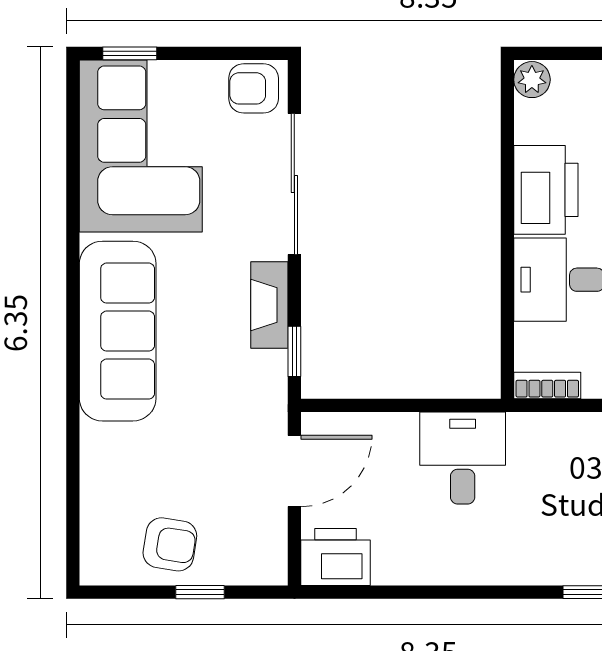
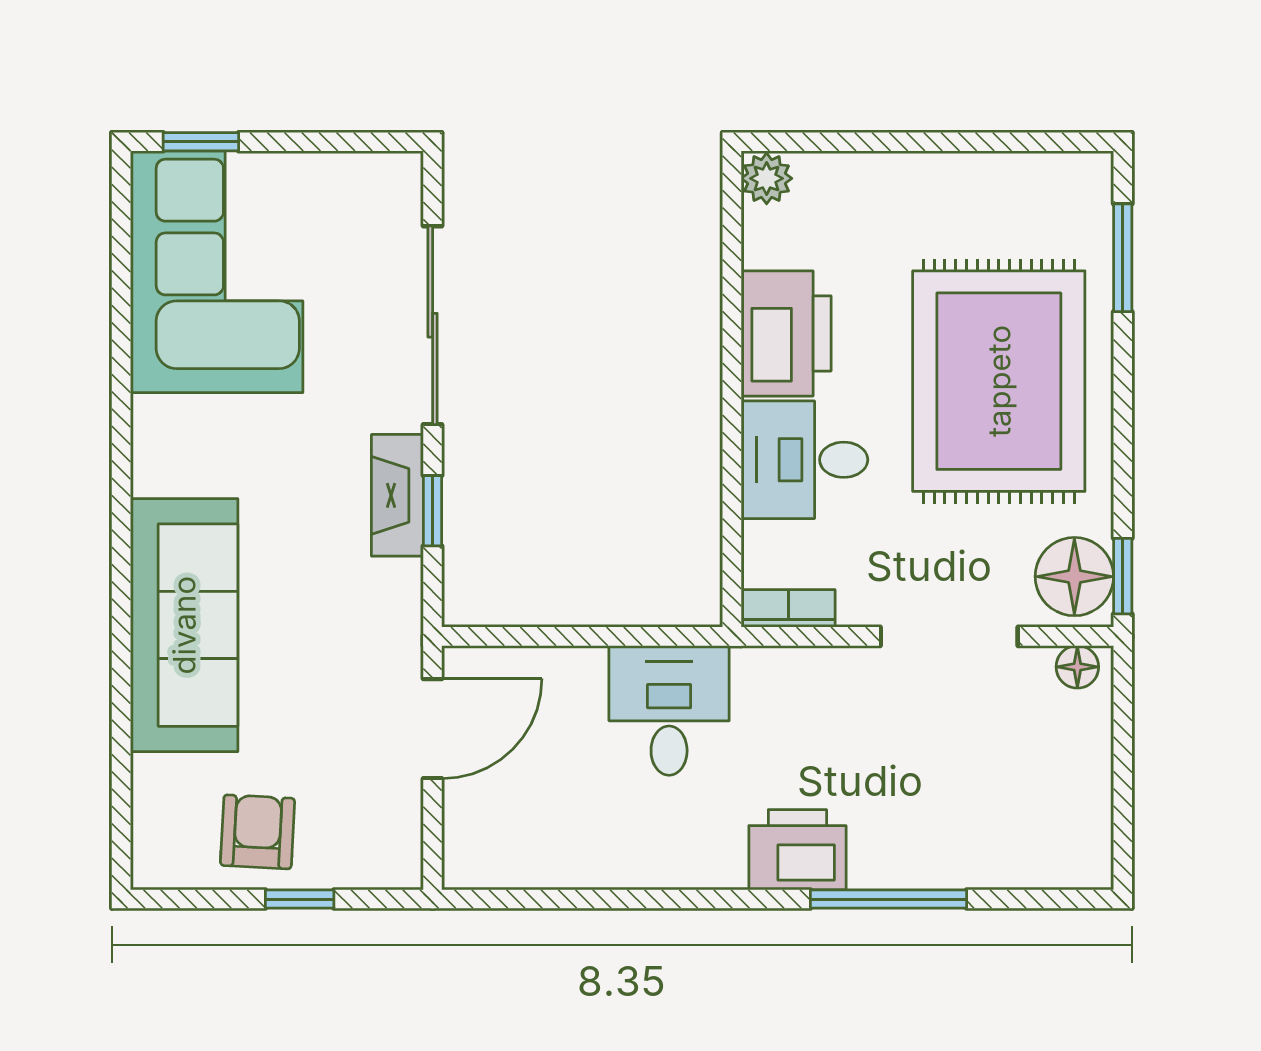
armchair: (254, 88) -> (375, 191), removed
sofa: (118, 331) -> (184, 625), moved
window: (294, 351) -> (433, 511), moved
armchair: (170, 544) -> (258, 832), turned -96
printer: (336, 557) -> (797, 850), moved

